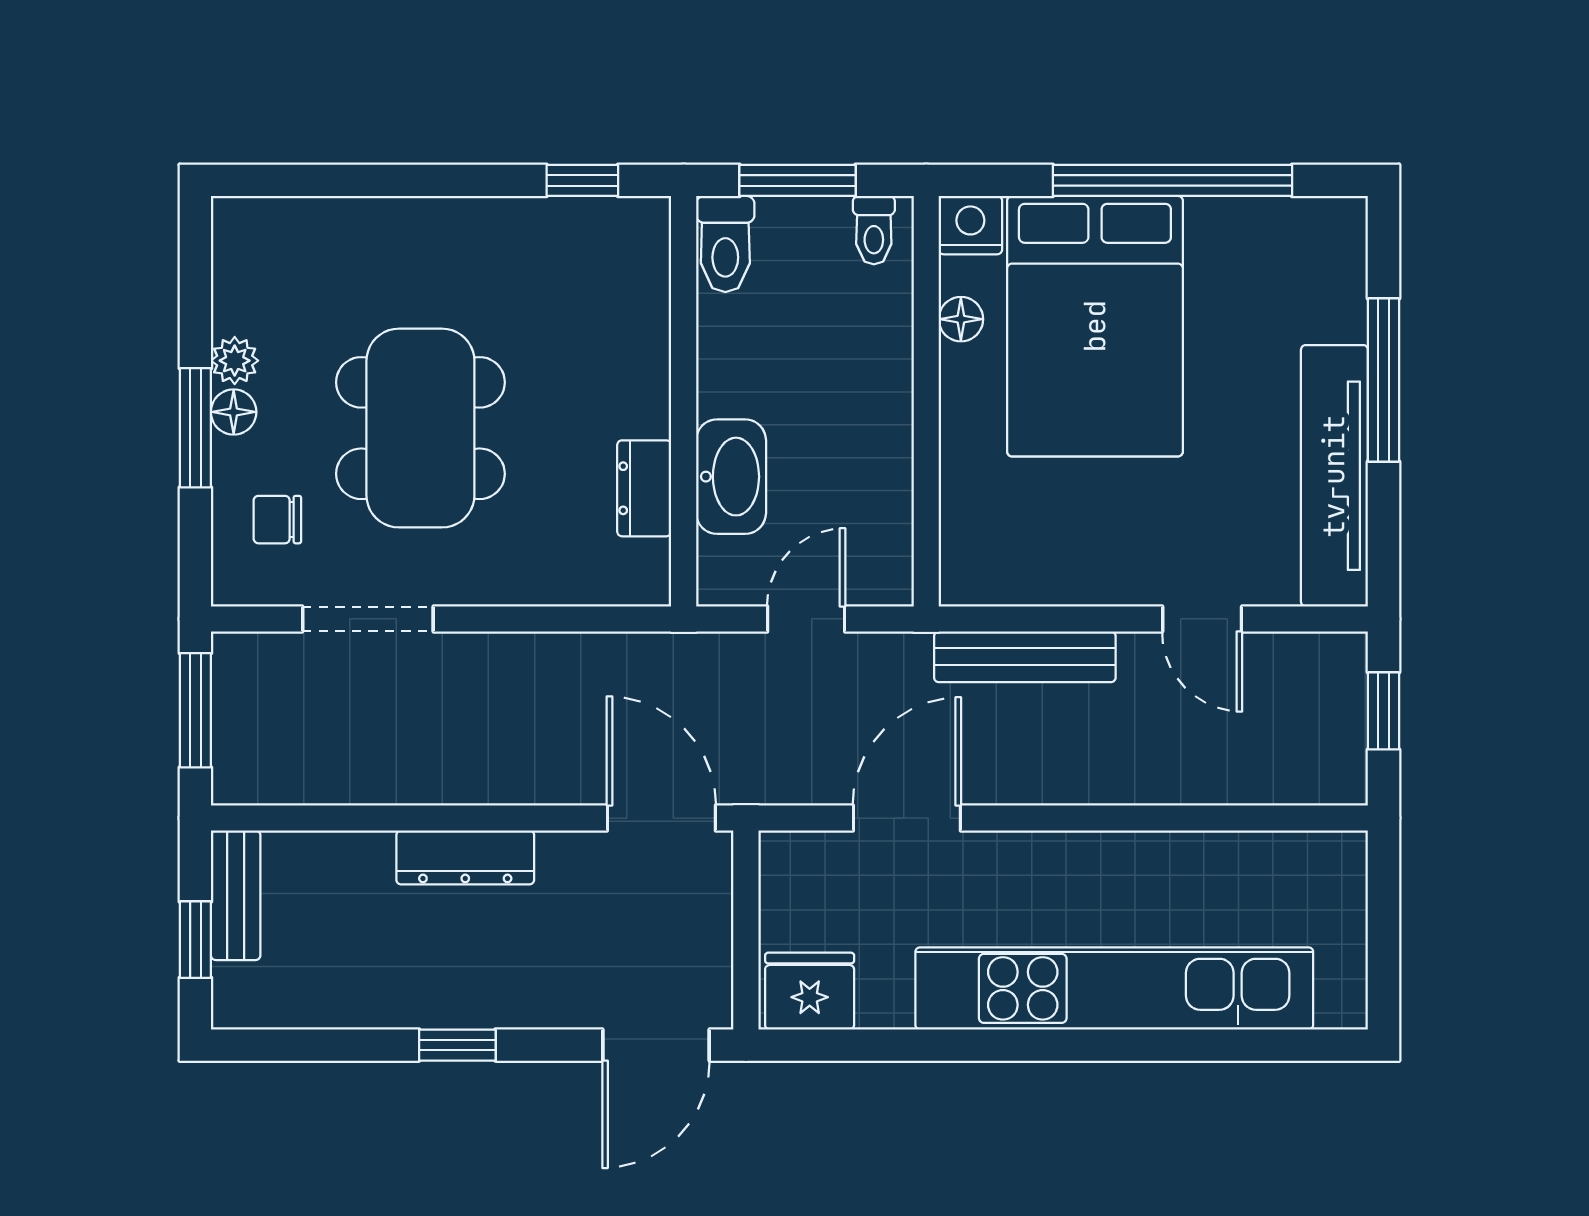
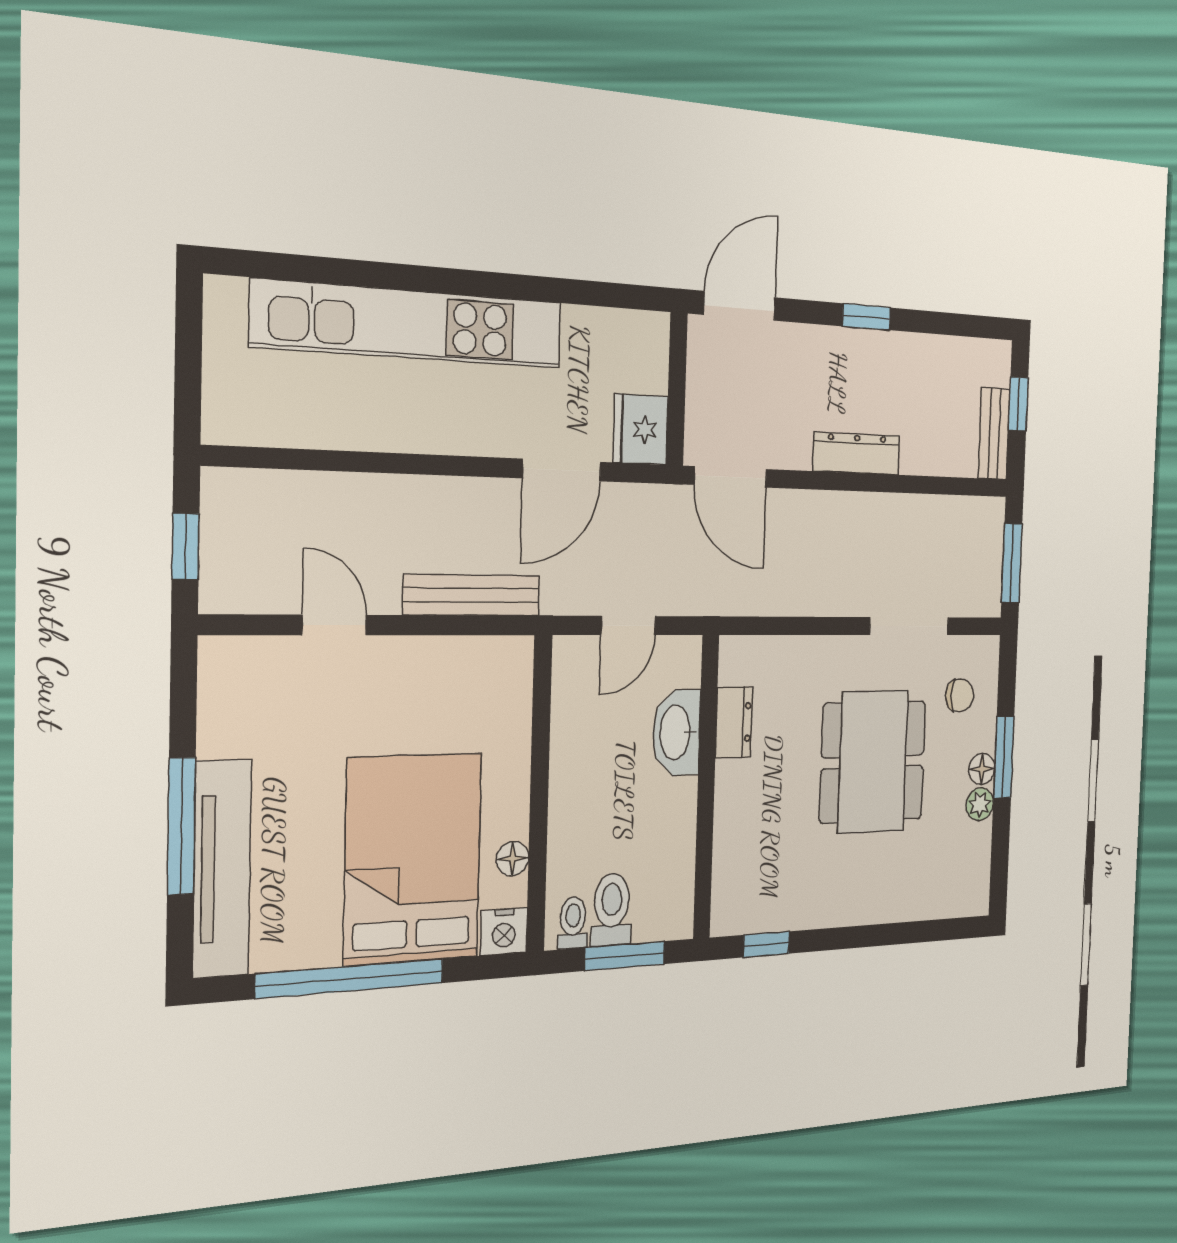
toilet: (725, 244) -> (612, 909), moved
tv unit: (1334, 476) -> (222, 869), moved
fridge: (810, 991) -> (641, 429), moved, turned 90

